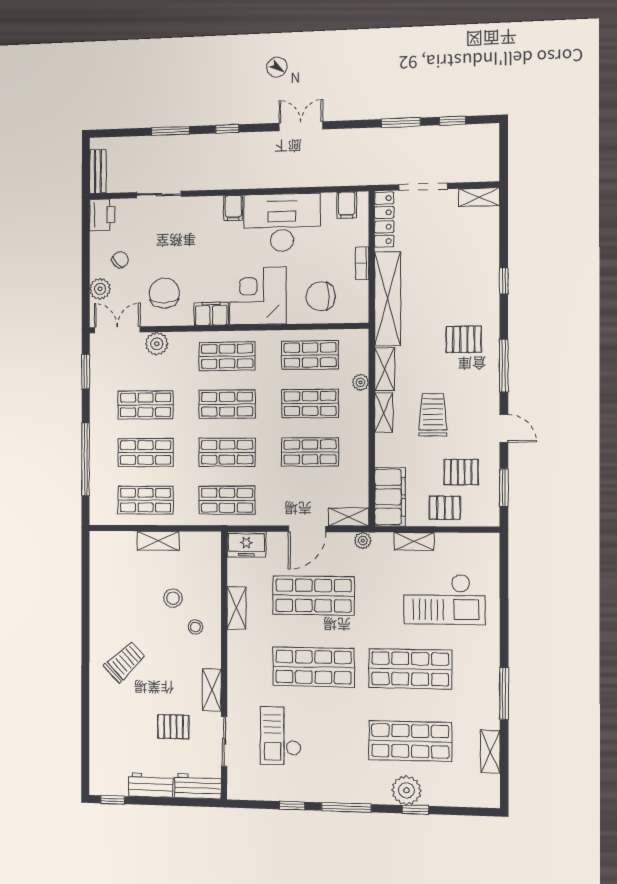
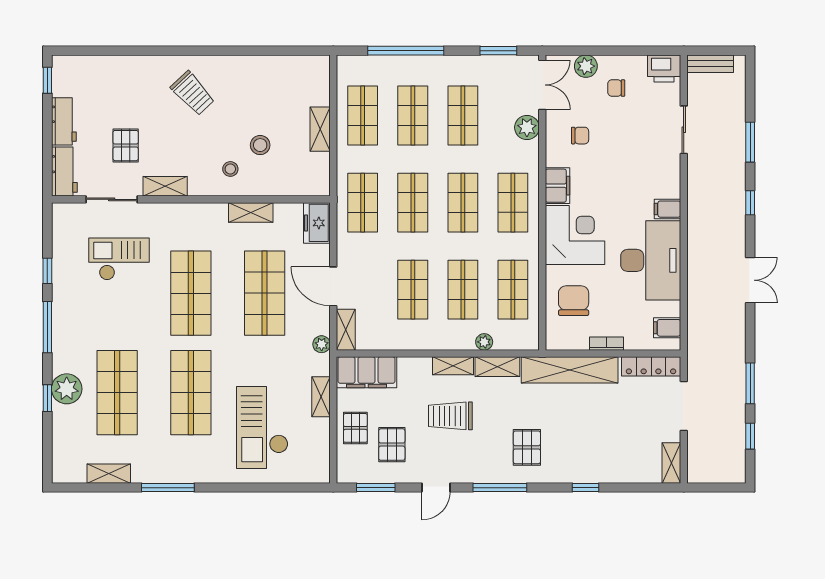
chair: (120, 260) -> (616, 88), turned 131
chair: (164, 293) -> (580, 136), width x0.54, depth x0.54
trolley: (433, 415) -> (450, 416), turned 180

